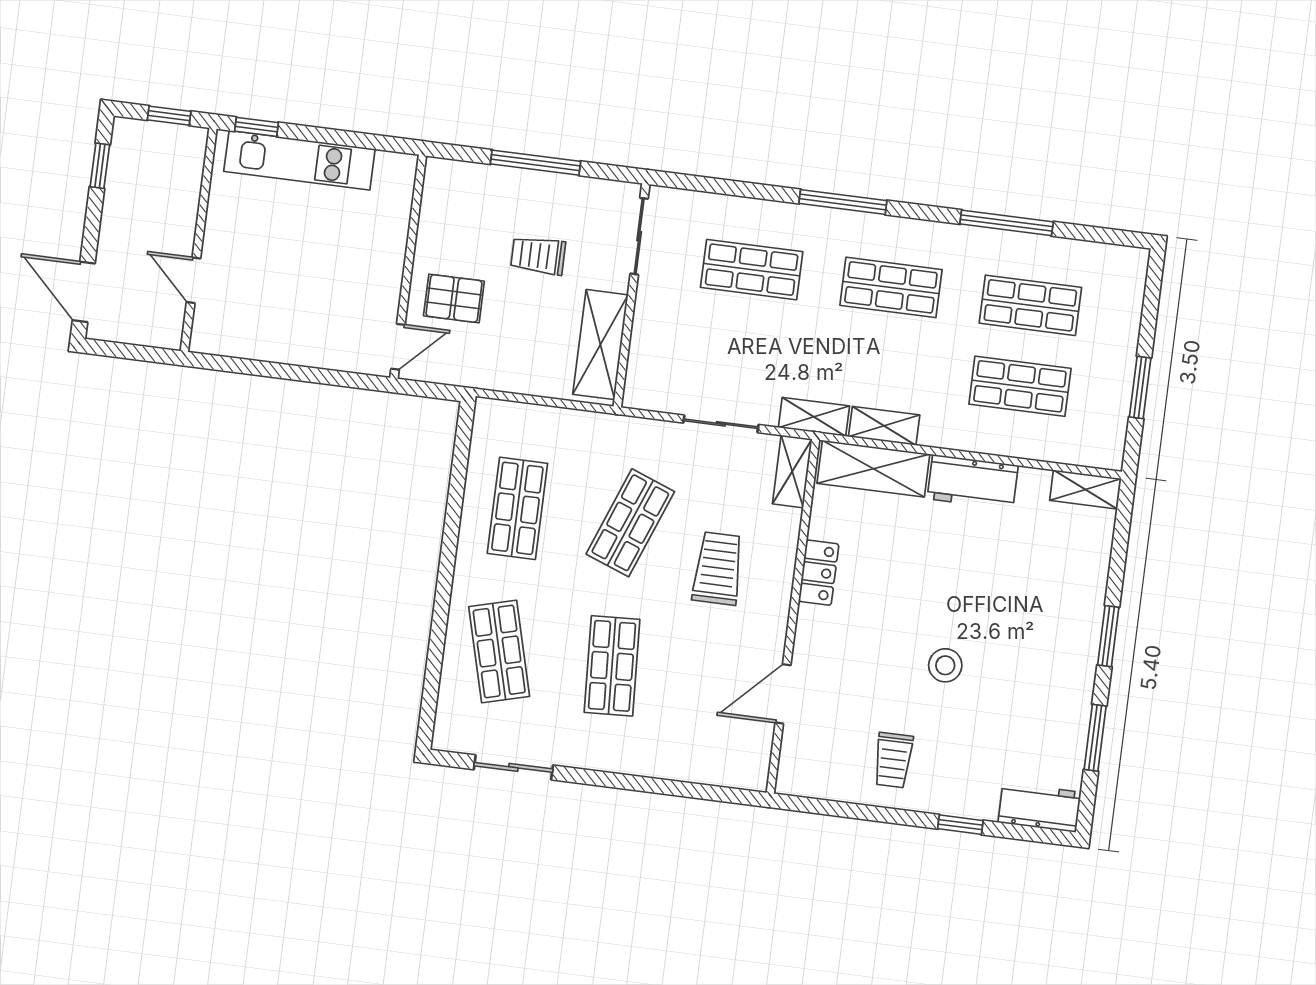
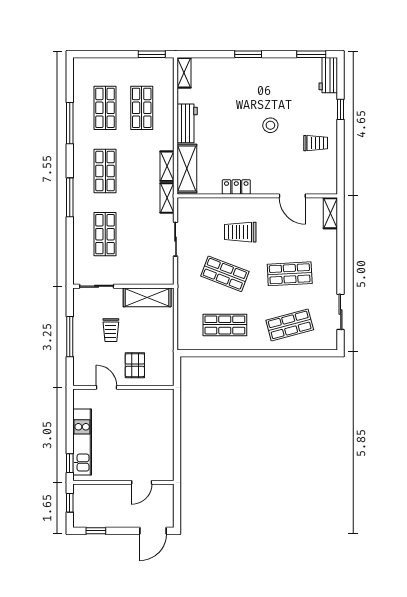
door: (398, 347) -> (107, 387), moved
window: (1140, 388) -> (152, 54), moved
shelving: (792, 471) -> (330, 213), moved, turned 90
window: (1095, 738) -> (311, 54), moved

